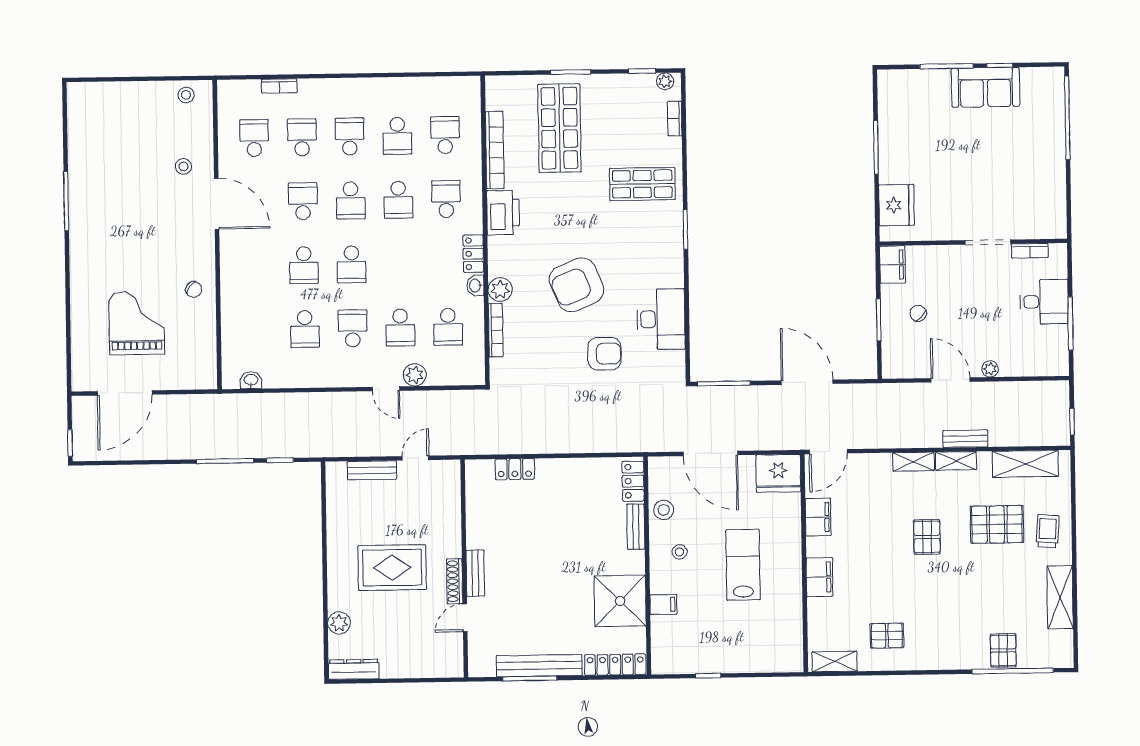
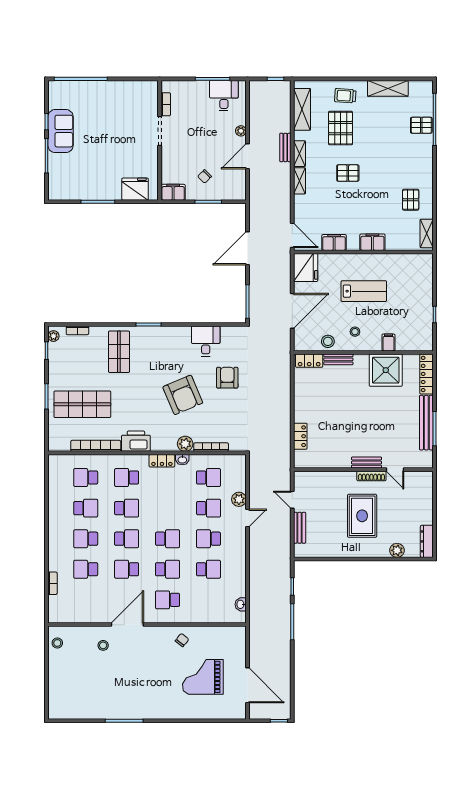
school desk: (254, 138) -> (168, 600), moved
desk: (1044, 302) -> (224, 96), moved
desk: (661, 319) -> (206, 341), width x0.73
lab bench: (743, 565) -> (364, 291), turned 180

